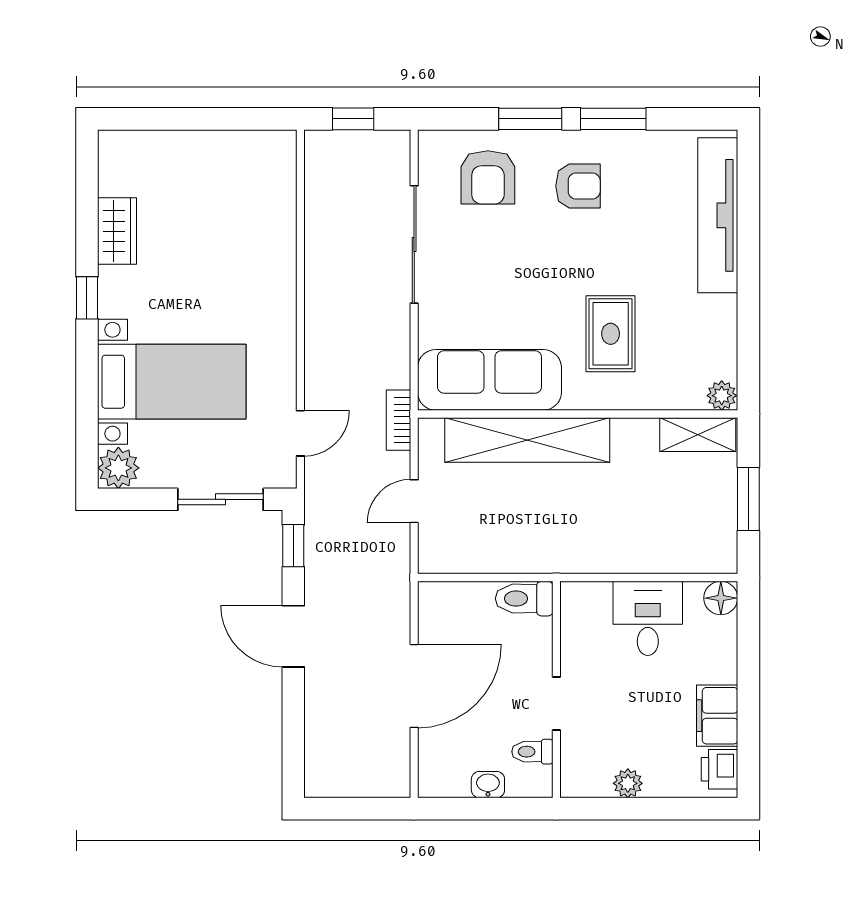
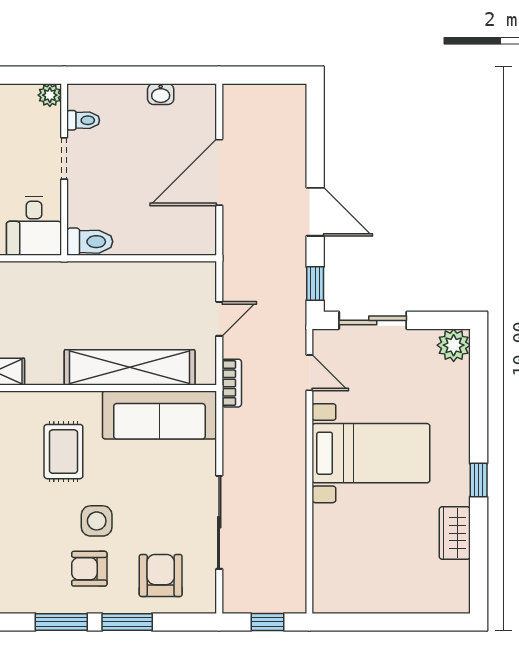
side table: (569, 246) -> (97, 521), added
bed with nightstands: (172, 382) -> (371, 453), moved, turned 180
door: (300, 433) -> (309, 373), swing flipped
toilet: (524, 599) -> (90, 242), moved
wall: (556, 690) -> (64, 170), moved
doorway: (556, 704) -> (64, 158), moved
toilet: (532, 752) -> (83, 120), moved

